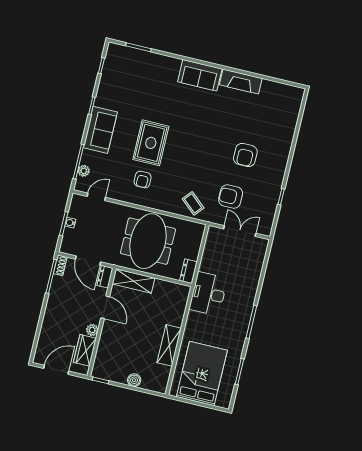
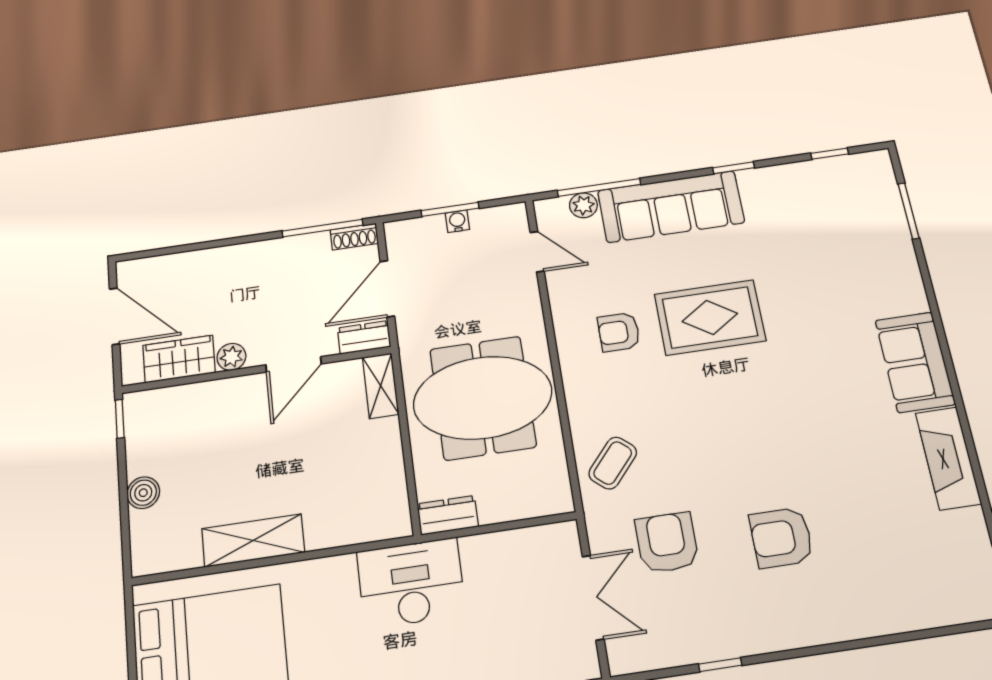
sofa: (100, 130) -> (671, 207), width x1.36
shelving: (133, 281) -> (381, 386), width x0.67, depth x0.75

